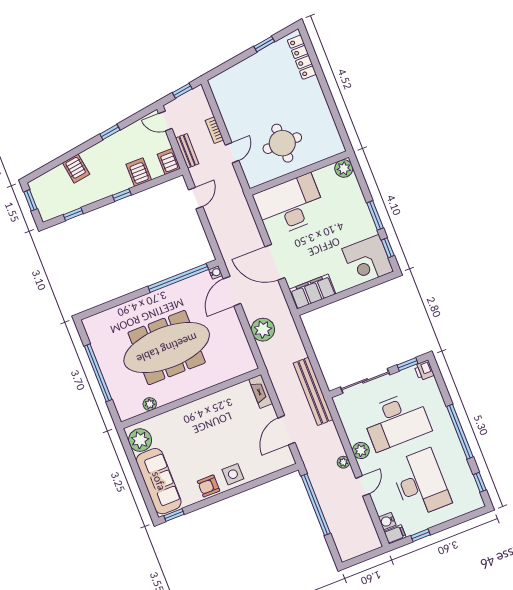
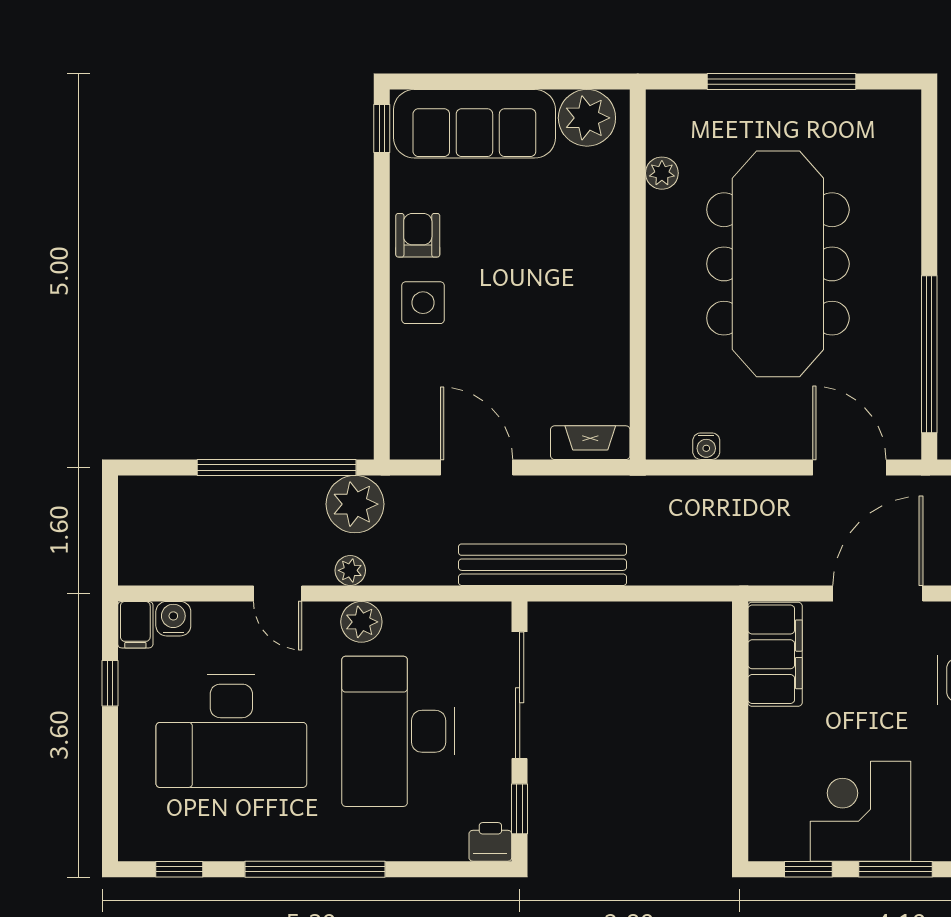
corner desk: (368, 260) -> (861, 811), moved
water cooler: (216, 272) -> (706, 446), moved
plant: (263, 330) -> (355, 504), moved

